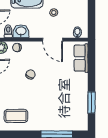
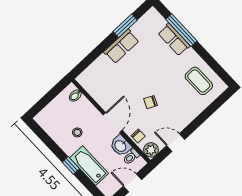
door: (53, 40) -> (113, 123), moved
row of seats: (81, 58) -> (121, 46), moved
row of seats: (55, 124) -> (174, 40), added

